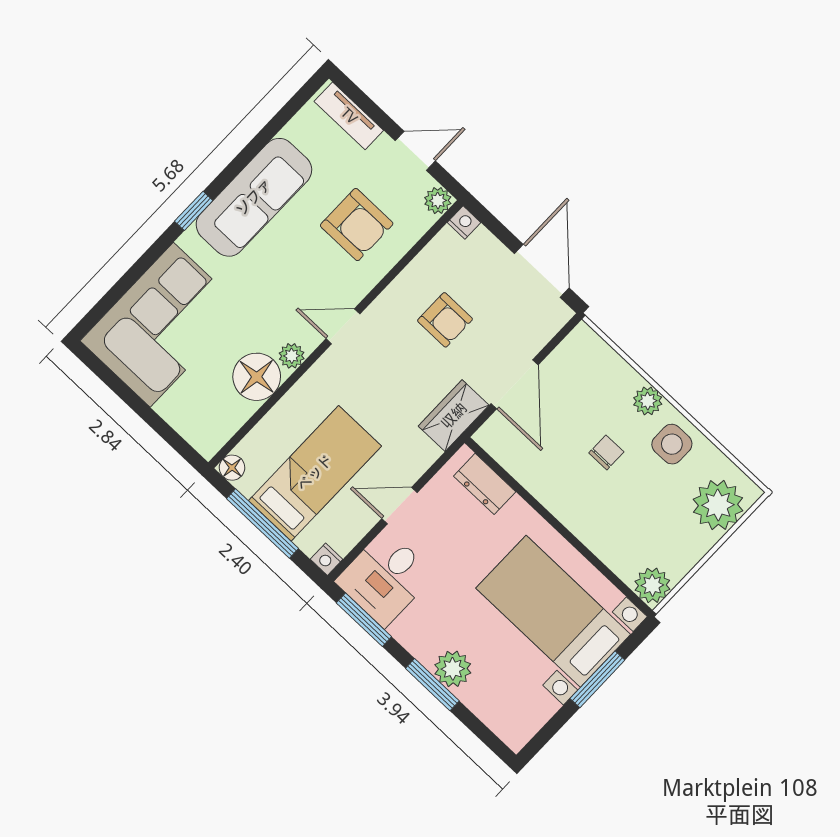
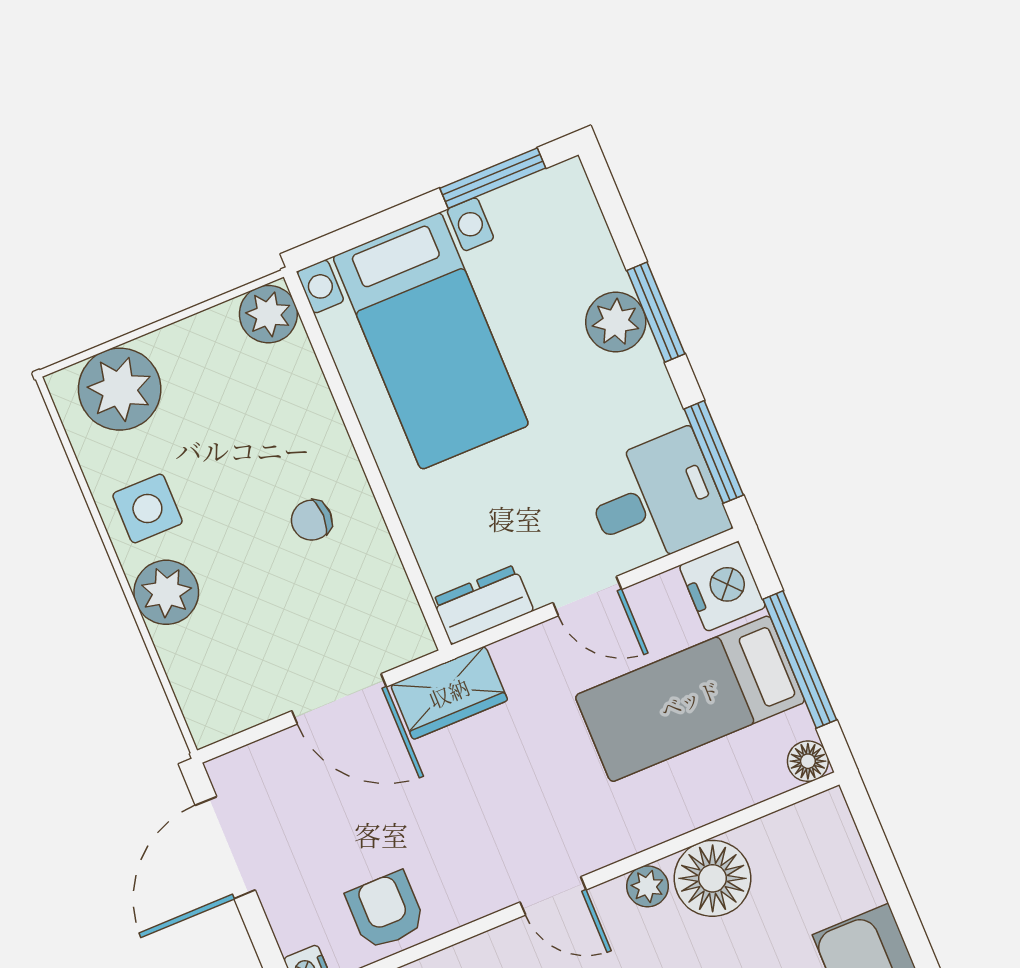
armchair: (445, 320) -> (386, 910), moved
door: (515, 384) -> (339, 699), swing flipped
plant: (648, 401) -> (166, 592), width x1.38, depth x1.38
chair: (606, 452) -> (312, 520), moved
dresser: (485, 484) -> (483, 605), moved, turned -90
nightstand: (327, 559) -> (722, 586), width x1.89, depth x1.79
window: (597, 679) -> (493, 178), moved

